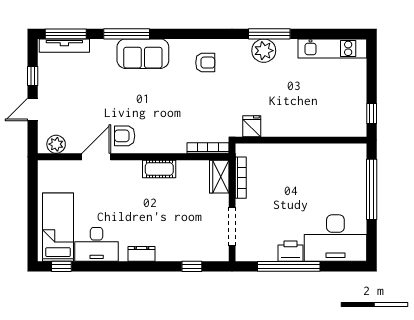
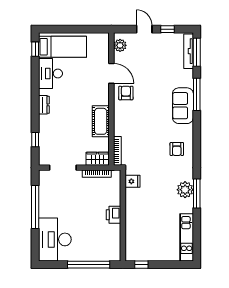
cot: (159, 169) -> (101, 121), width x1.37, depth x1.34
printer: (291, 251) -> (113, 215), moved, turned 180

